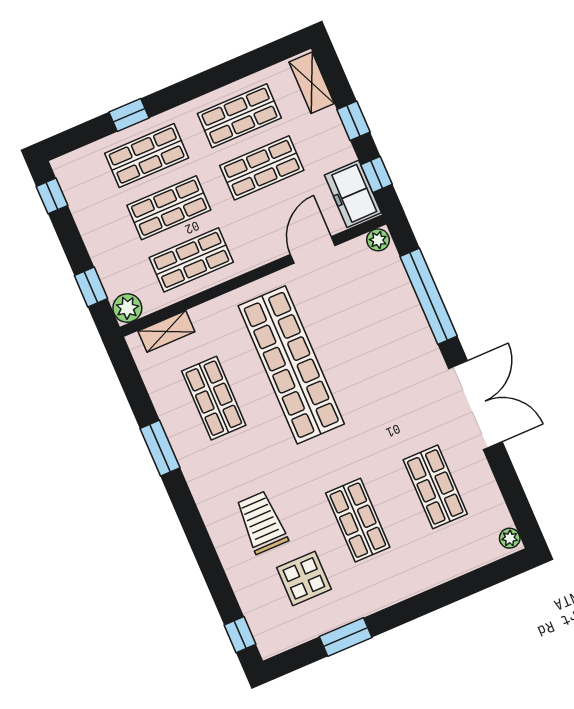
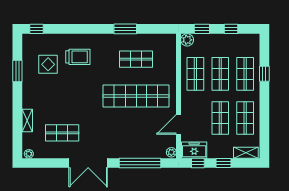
window: (52, 196) -> (231, 29), moved
door: (313, 250) -> (178, 124), swing flipped
shelving: (166, 331) -> (27, 121), moved
shop shelf: (358, 520) -> (62, 96), removed

